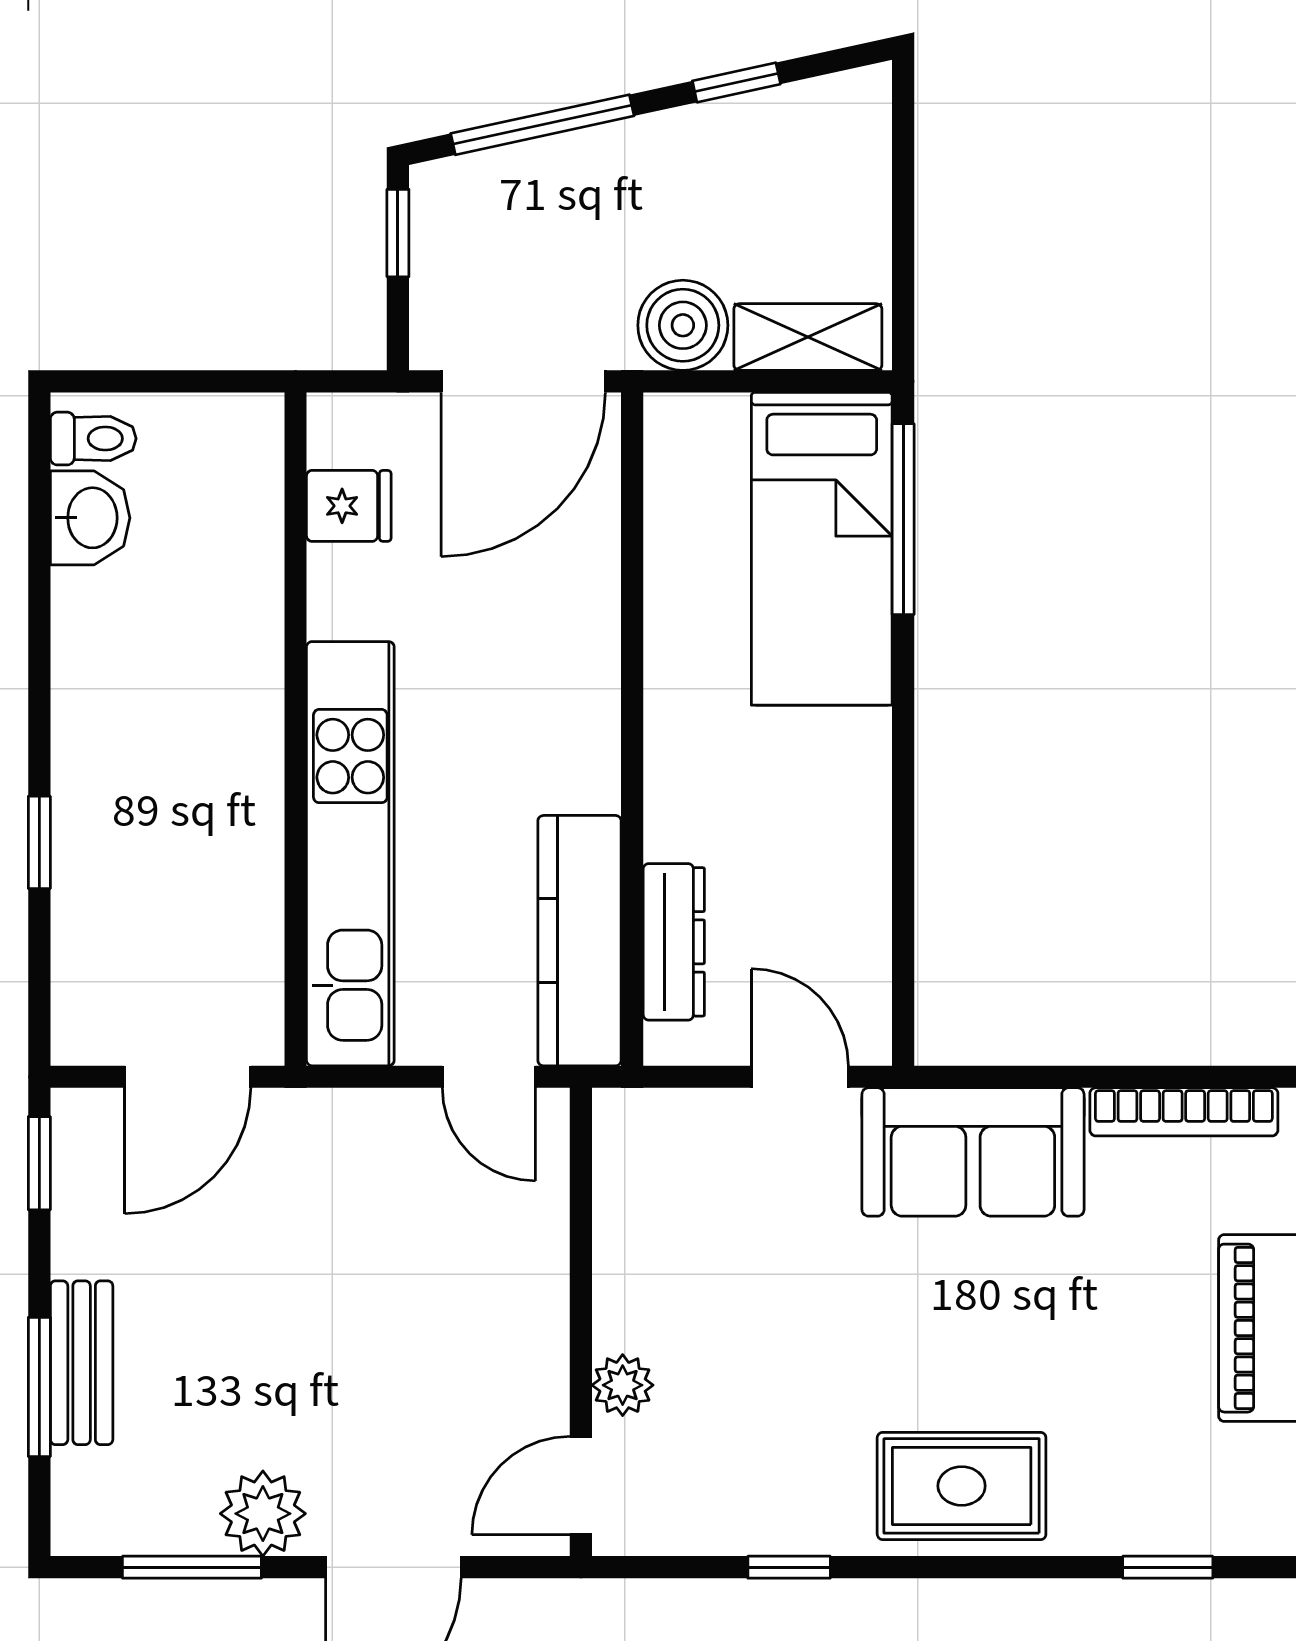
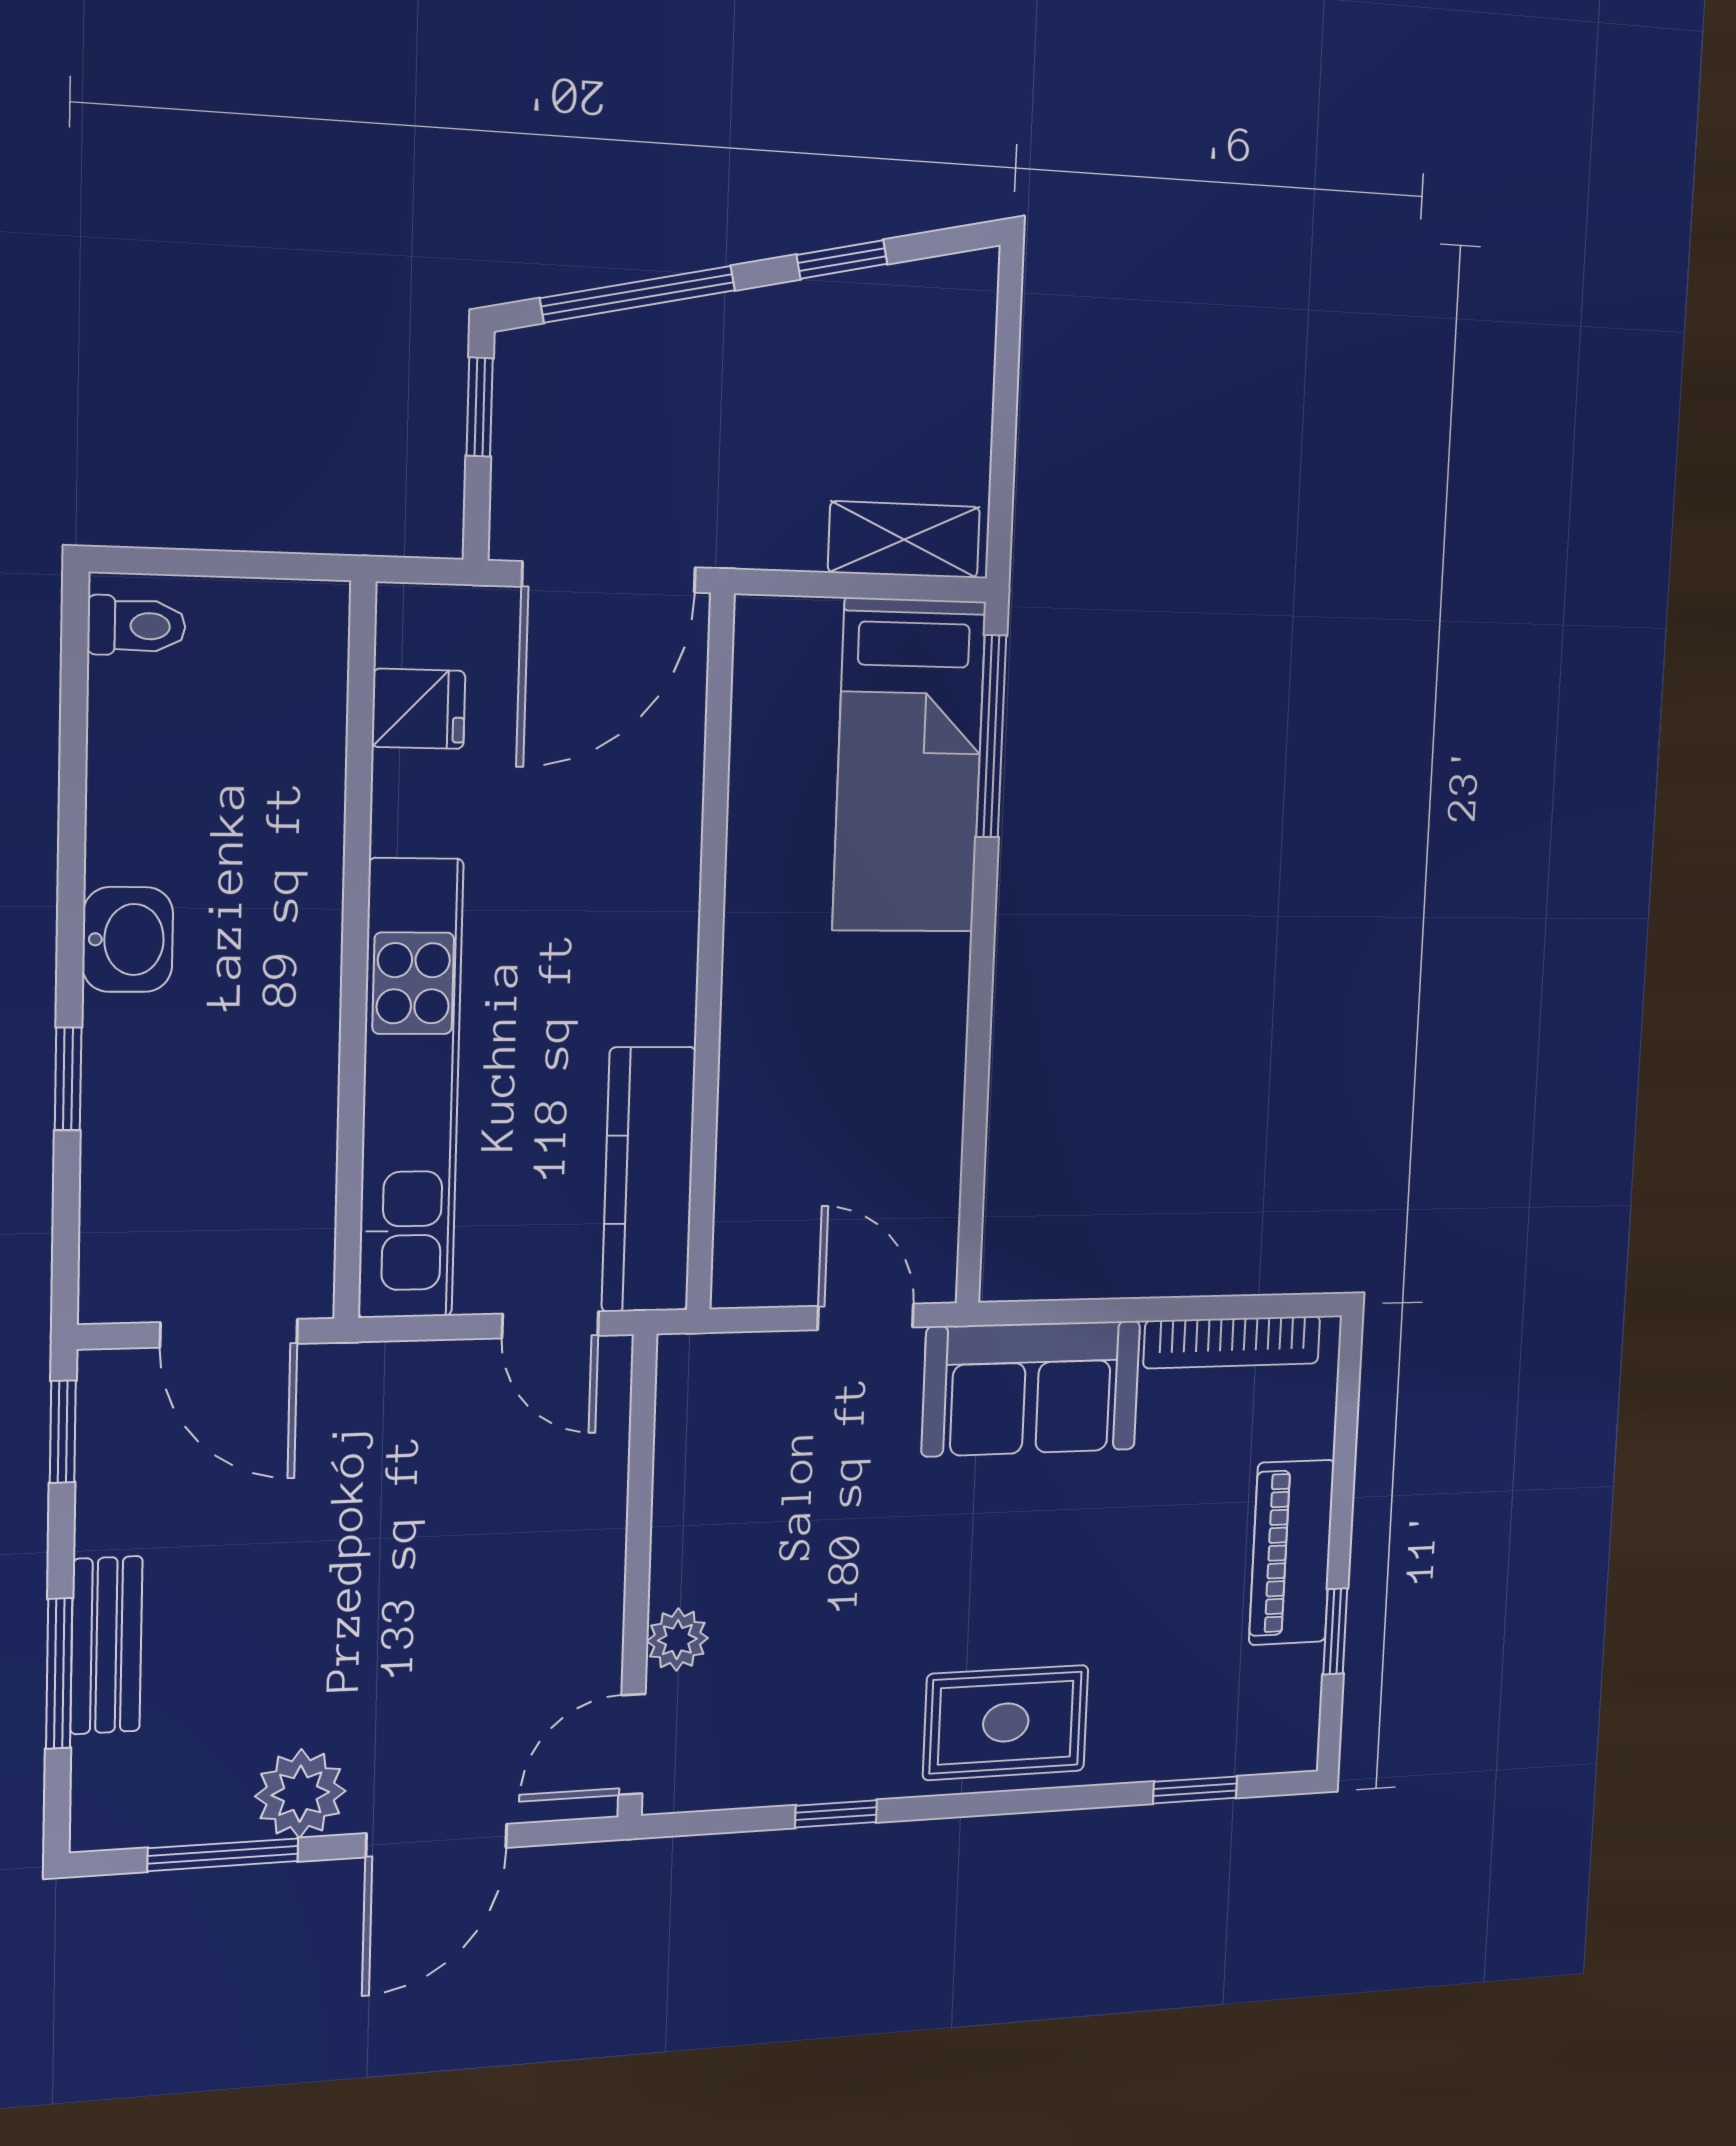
boiler: (683, 325) -> (777, 522), removed
washbasin: (90, 518) -> (128, 939), moved
dresser: (674, 942) -> (745, 1179), removed
door: (188, 1077) -> (229, 1333), hinge flipped

